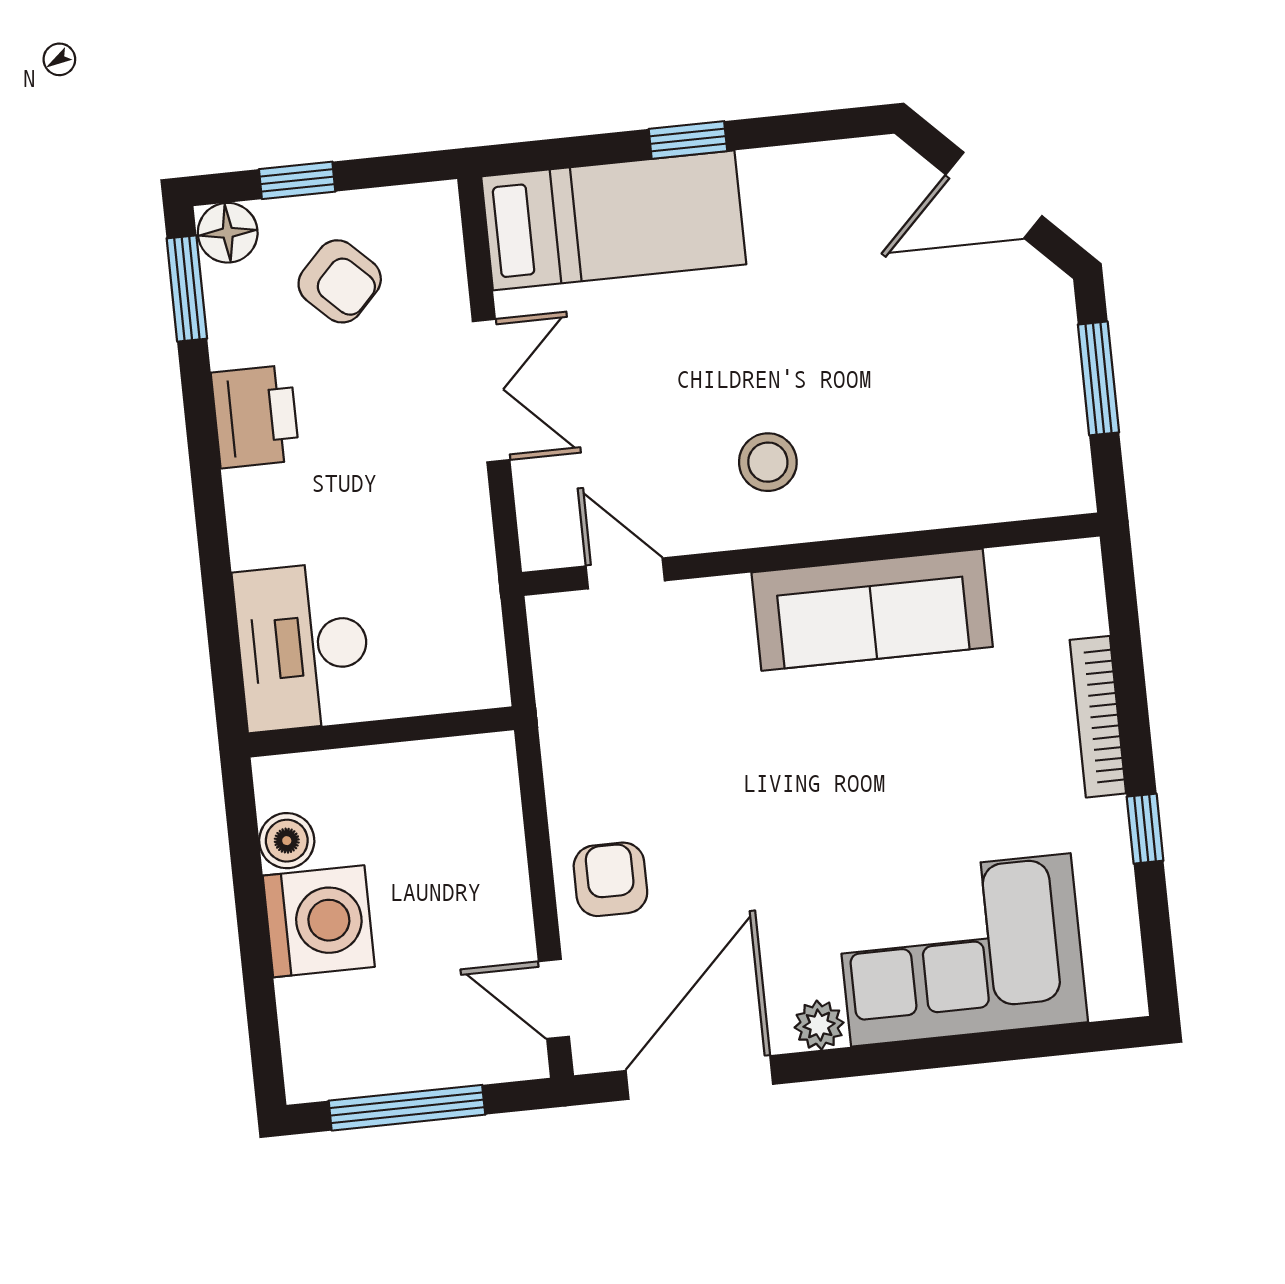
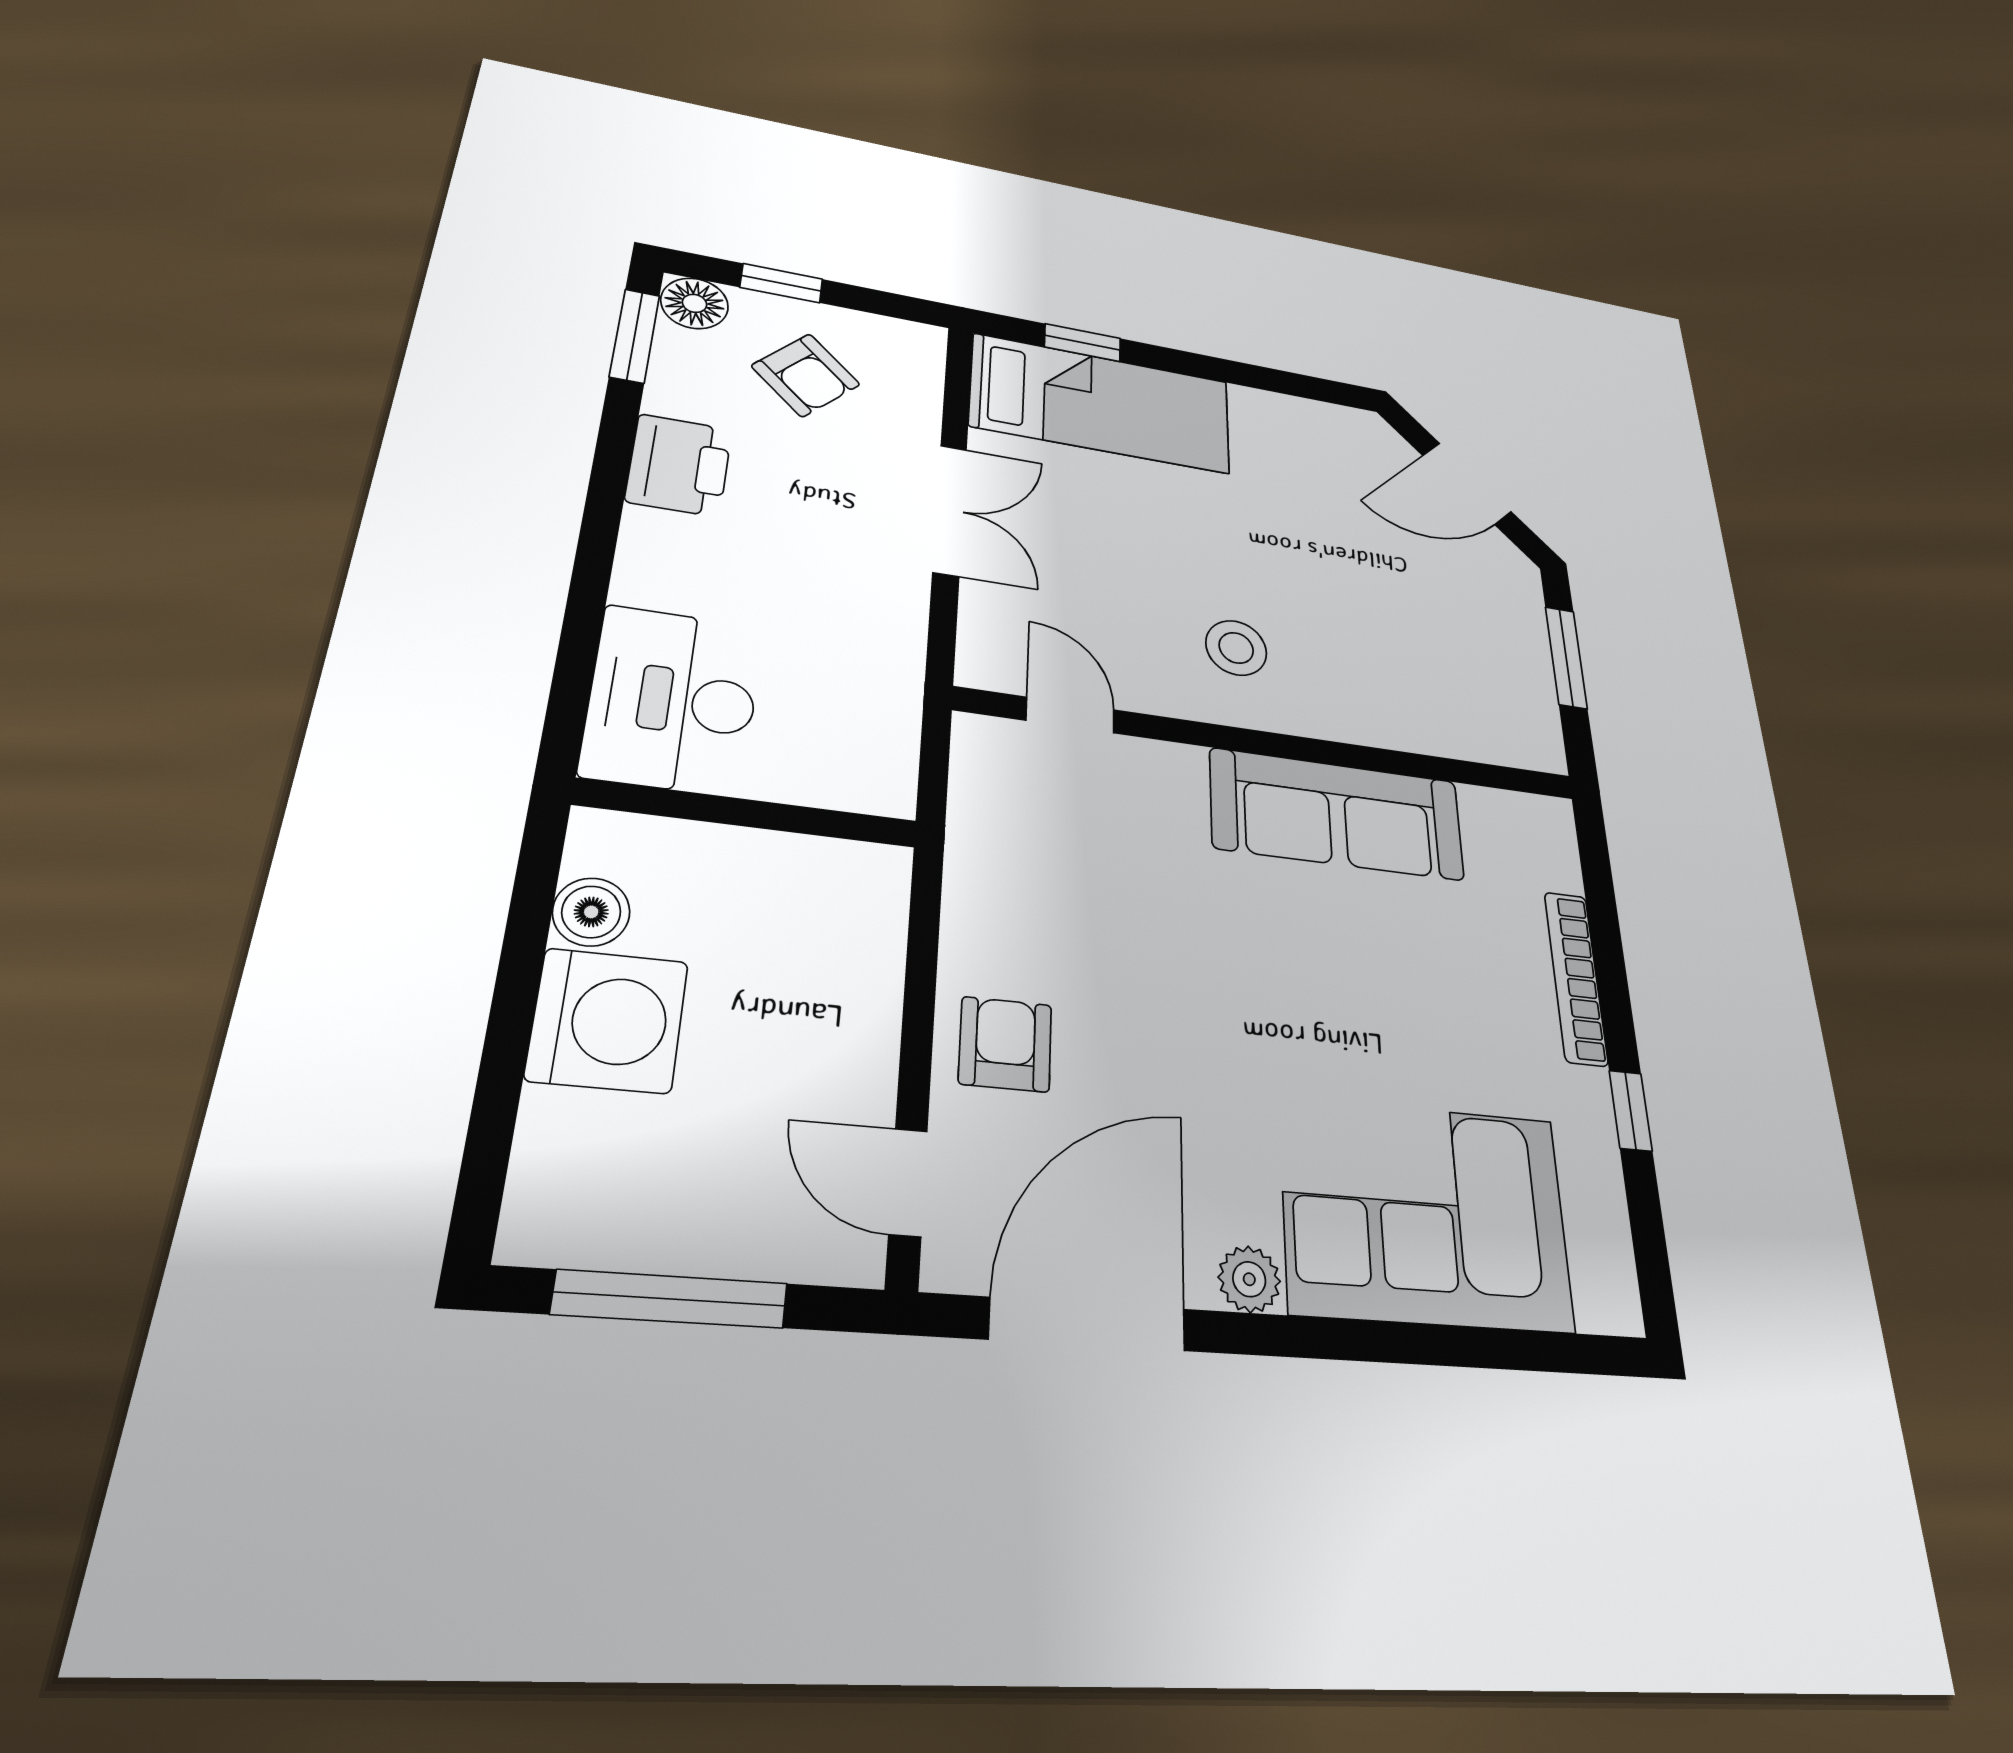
window: (688, 140) -> (1083, 343), moved

